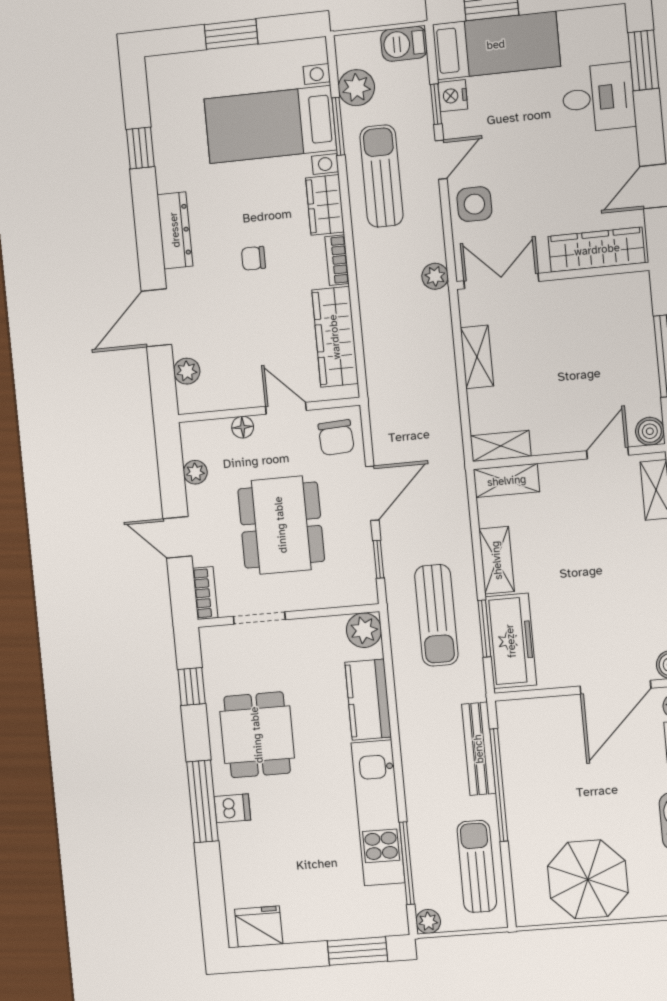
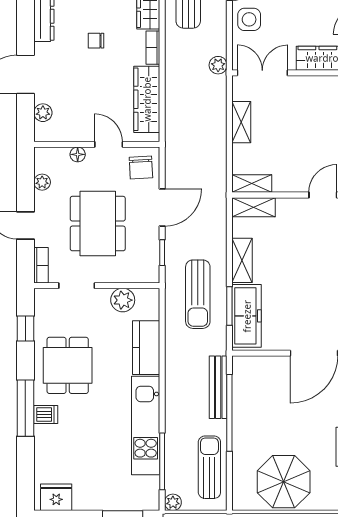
plant: (364, 630) -> (123, 300), moved

